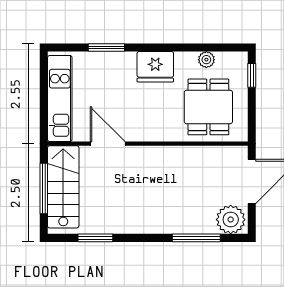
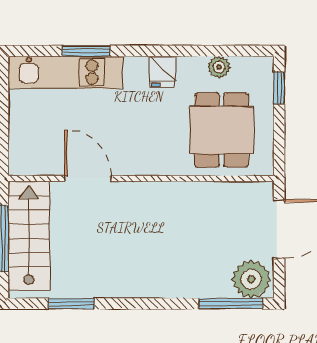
fridge: (155, 67) -> (162, 71), width x0.53, depth x0.75
kitchen unit: (60, 98) -> (66, 72), moved, turned 90
window: (196, 238) -> (231, 304), moved

